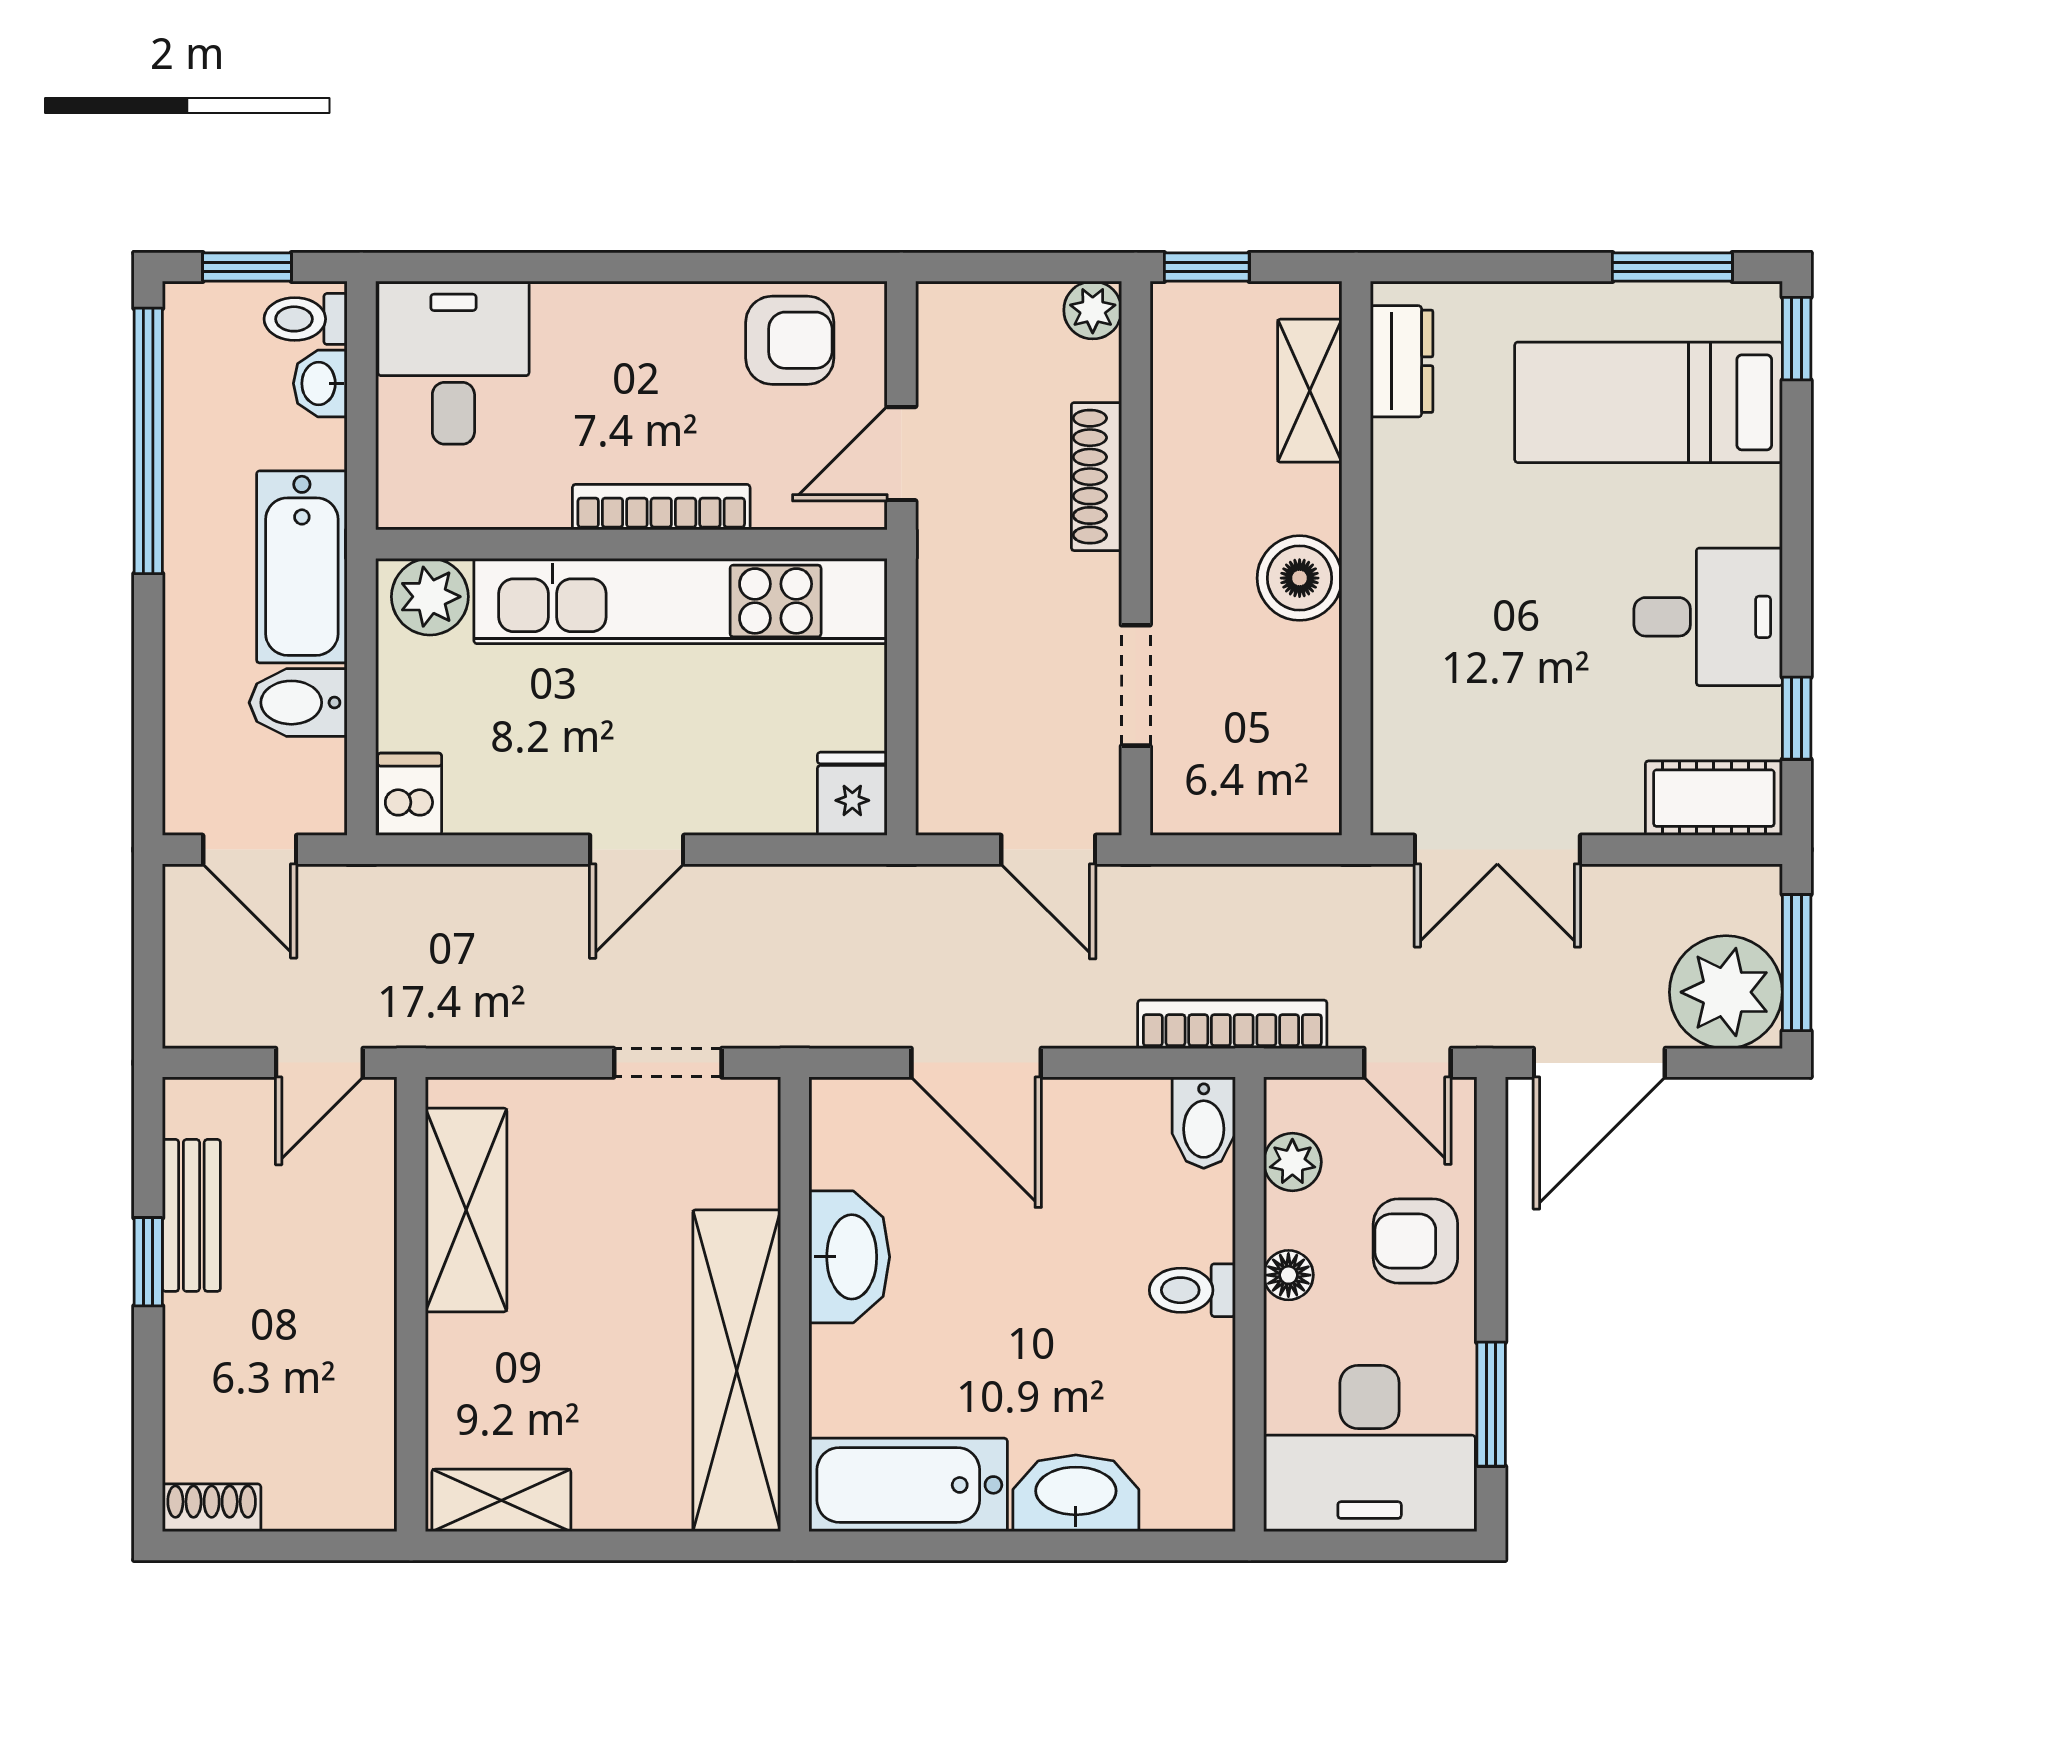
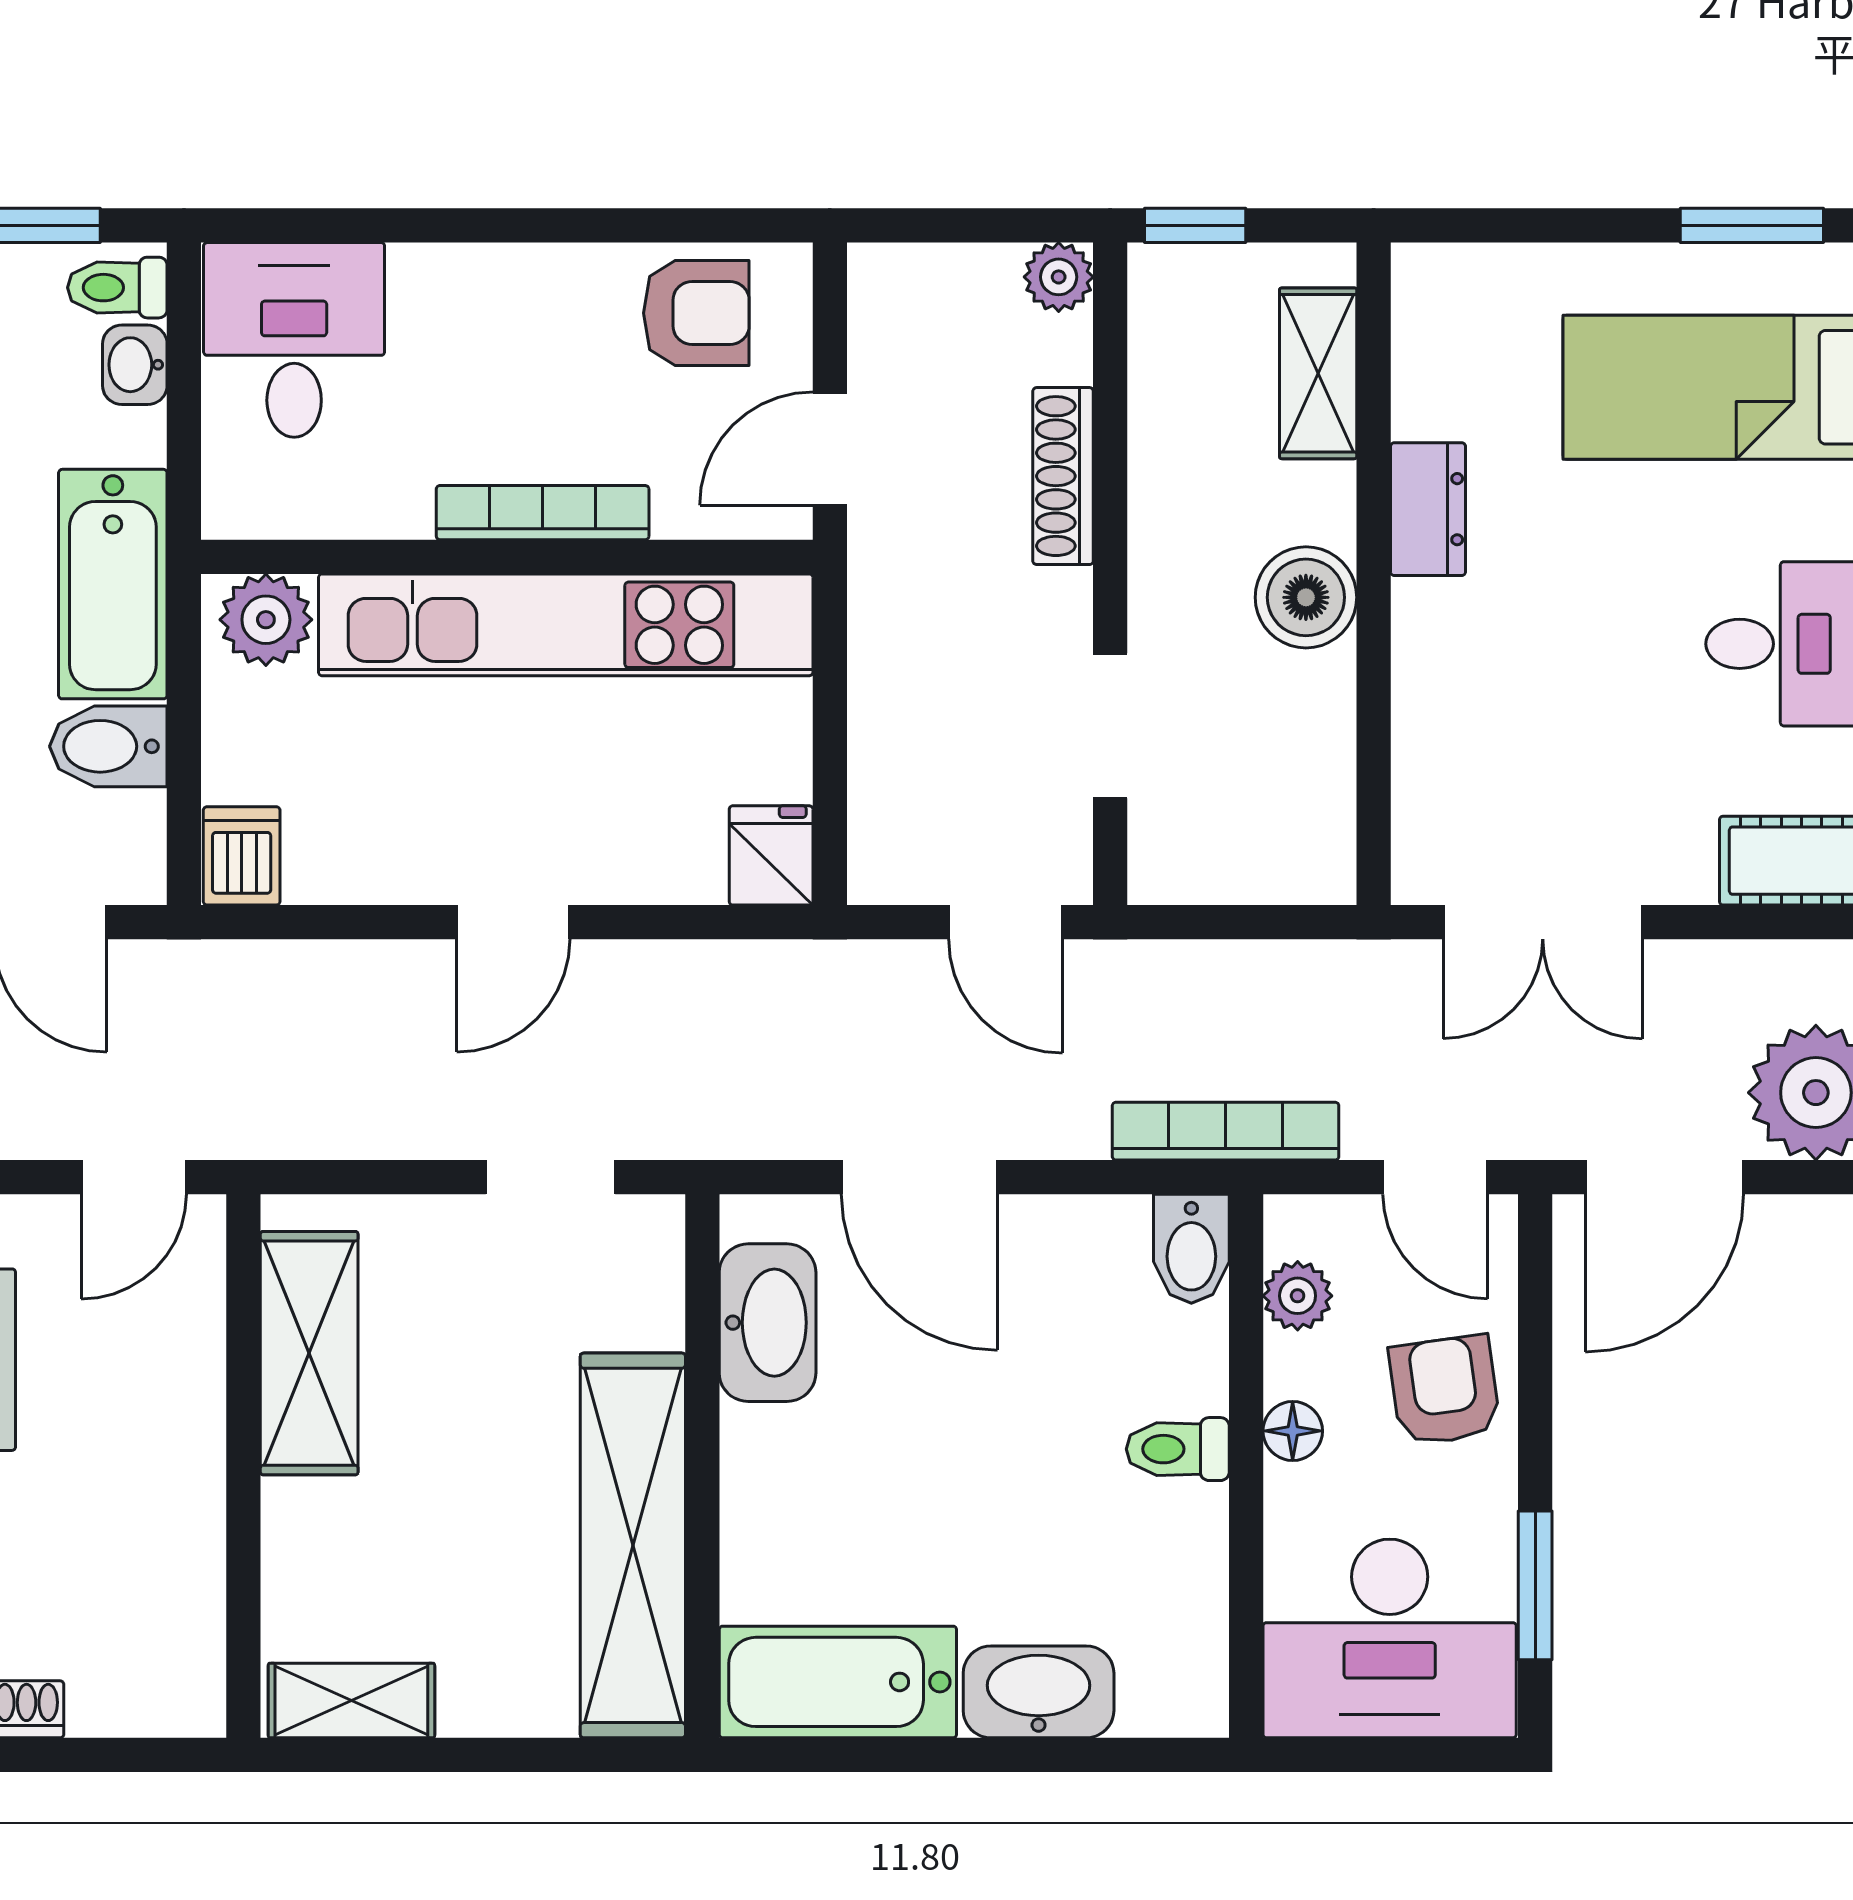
dresser: (1402, 361) -> (1428, 509), moved
armchair: (1415, 1241) -> (1445, 1390), turned 82
washbasin: (849, 1257) -> (768, 1323), moved

